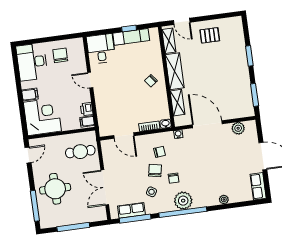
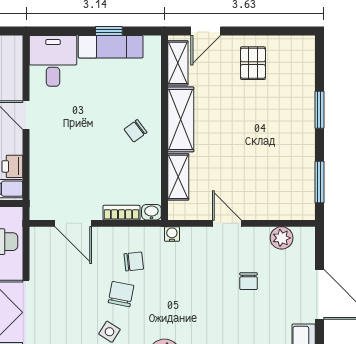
door: (182, 21) -> (206, 31), hinge flipped
pallet: (210, 35) -> (253, 63), turned 90
door: (207, 124) -> (227, 223), width x0.53
chair: (174, 178) -> (249, 281), moved

